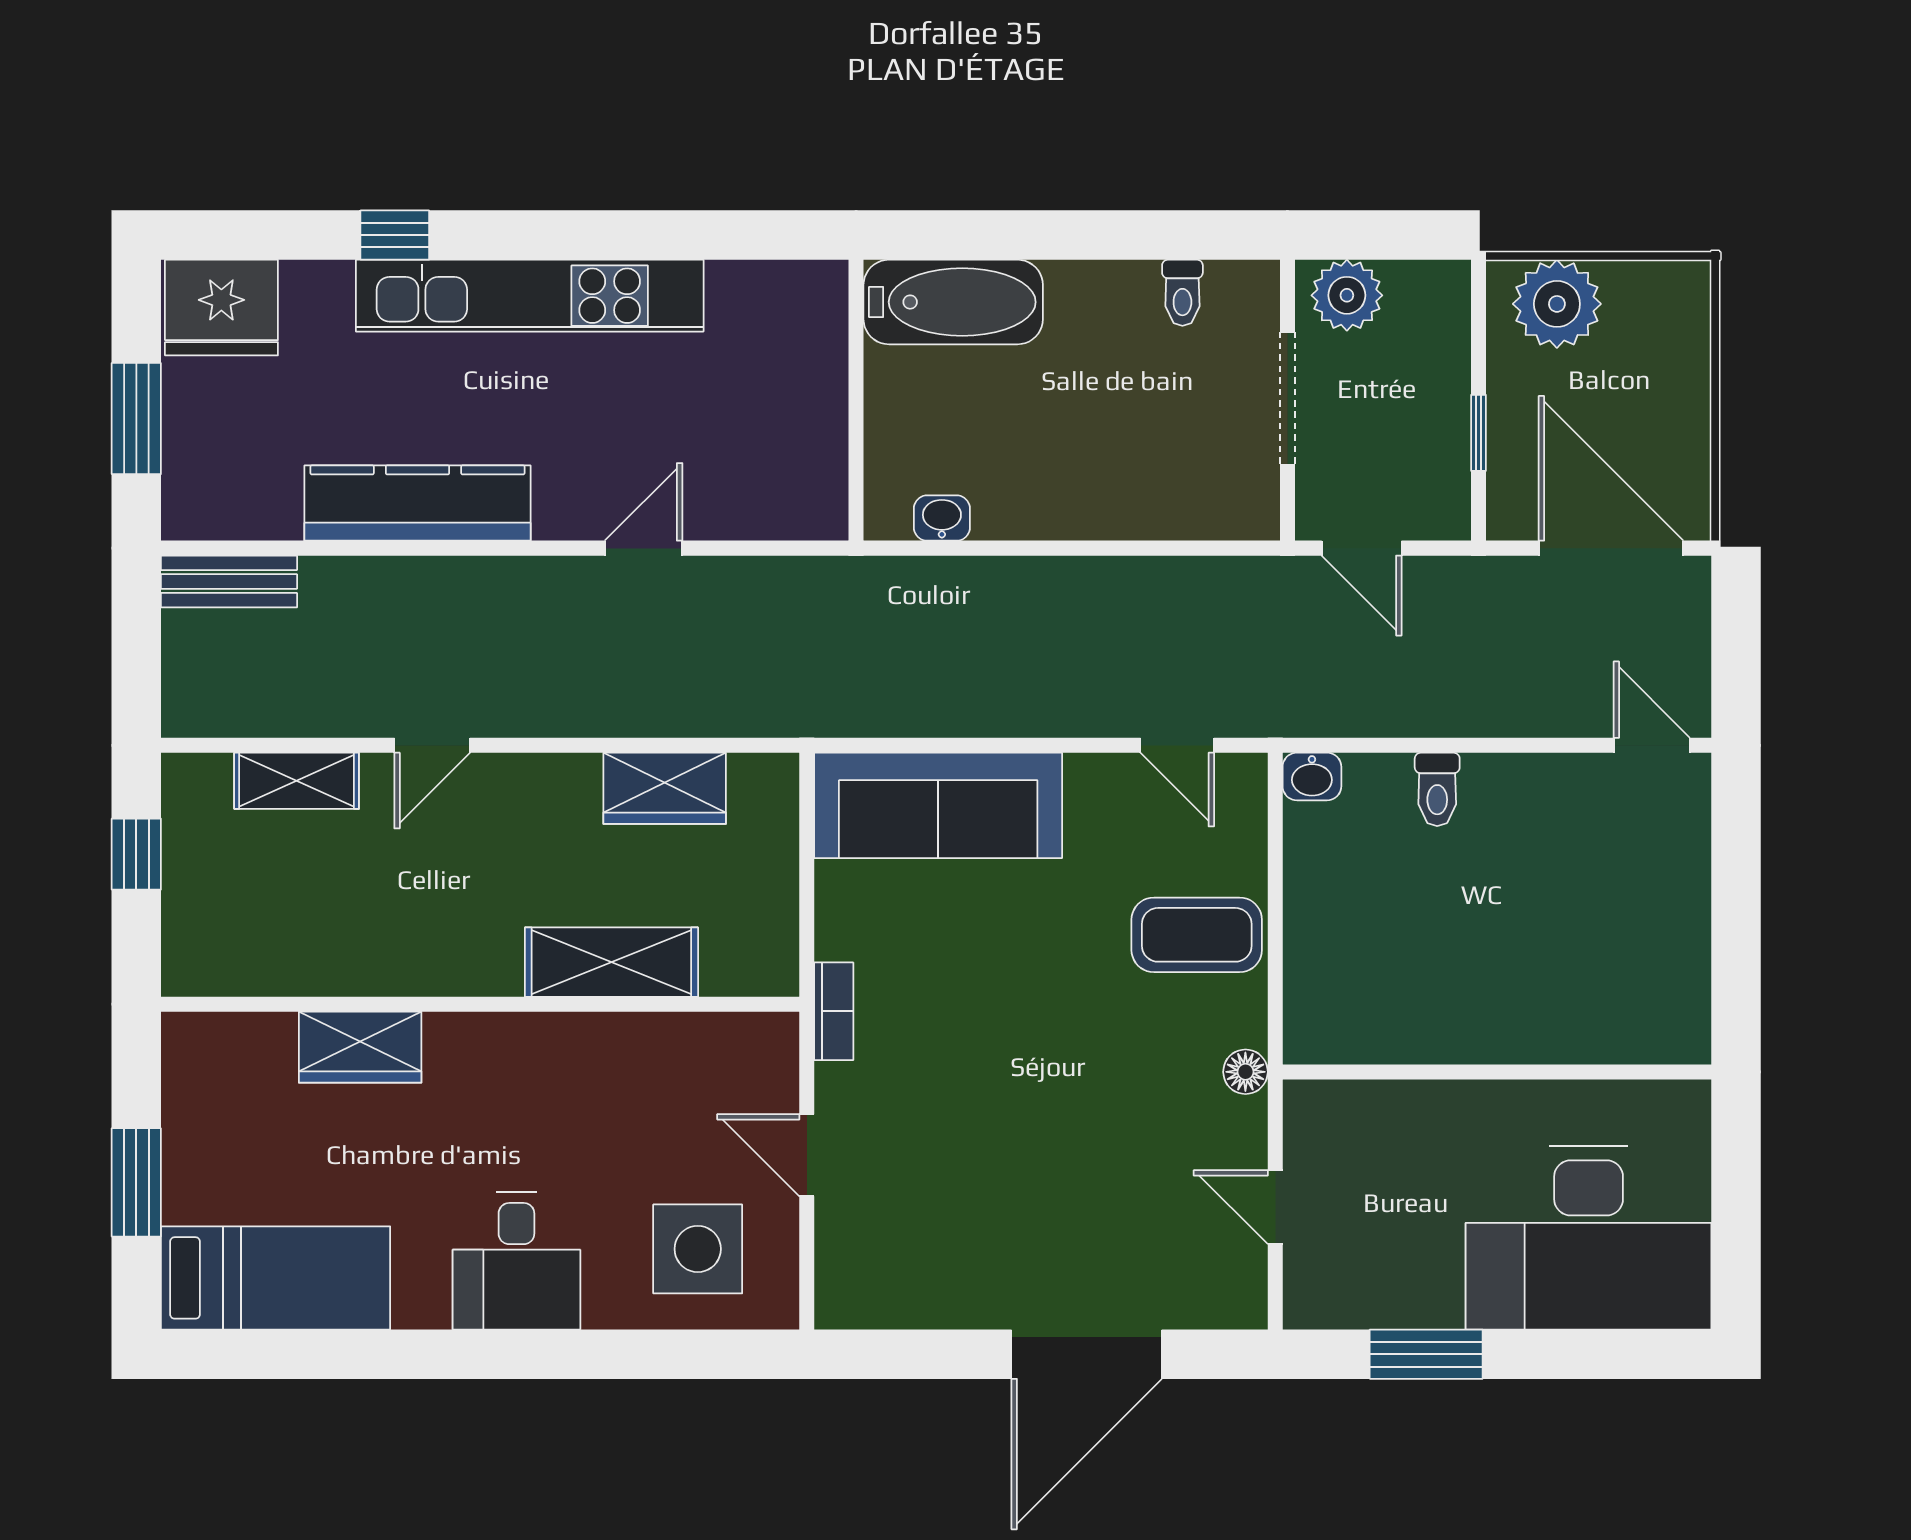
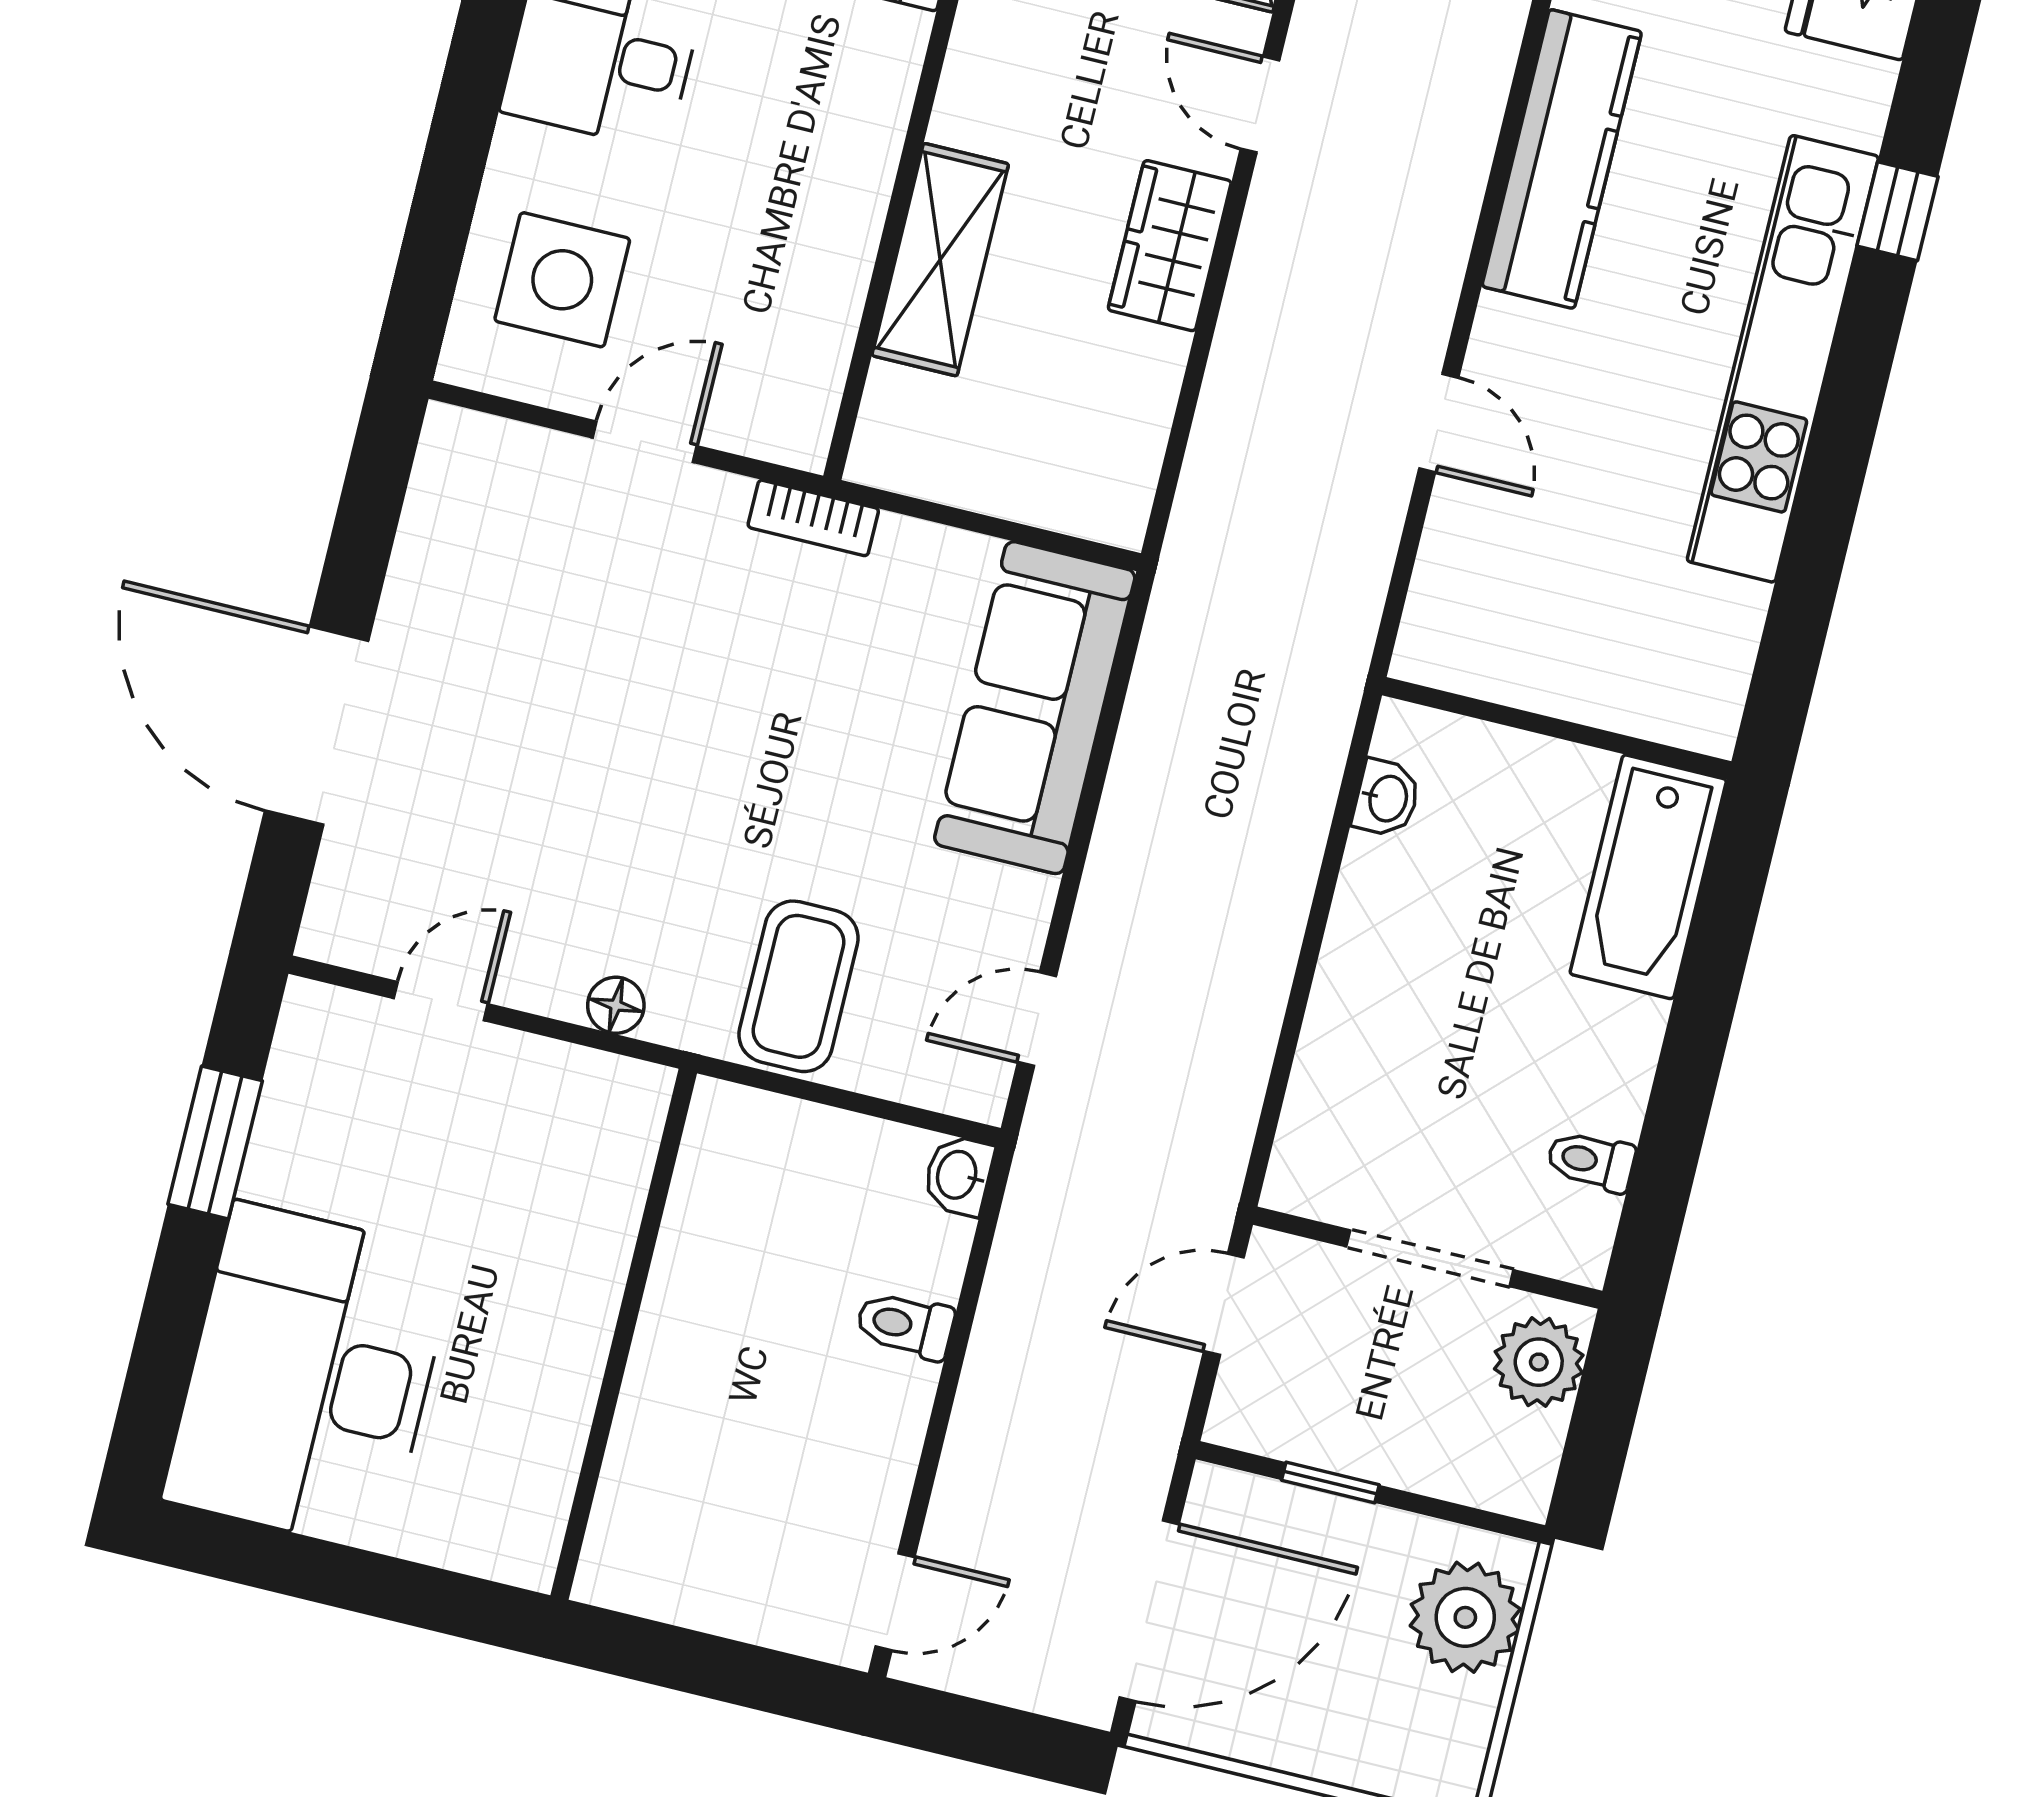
wardrobe: (665, 788) -> (1170, 246), moved
wall: (1497, 1072) -> (624, 1334), moved

